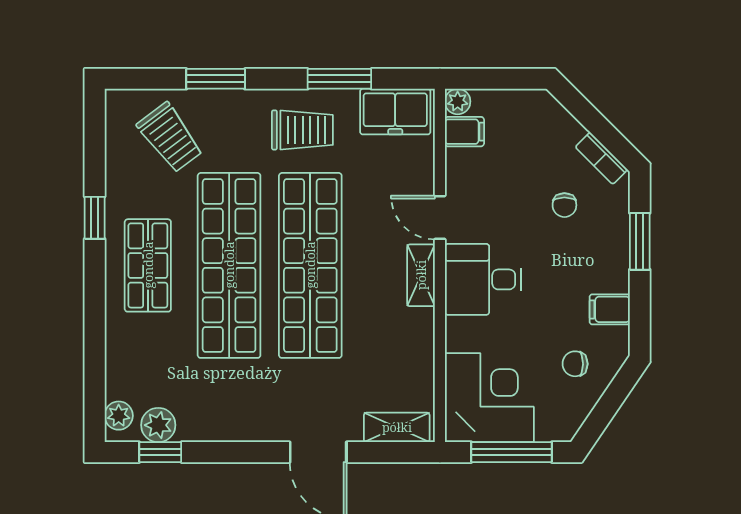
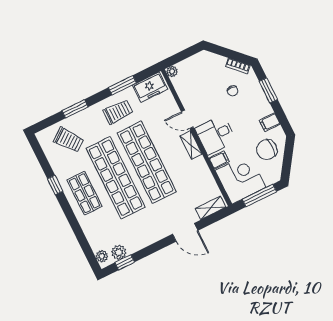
filing cabinet: (464, 132) -> (219, 160), moved
chair: (575, 364) -> (267, 150), width x1.87, depth x1.87

